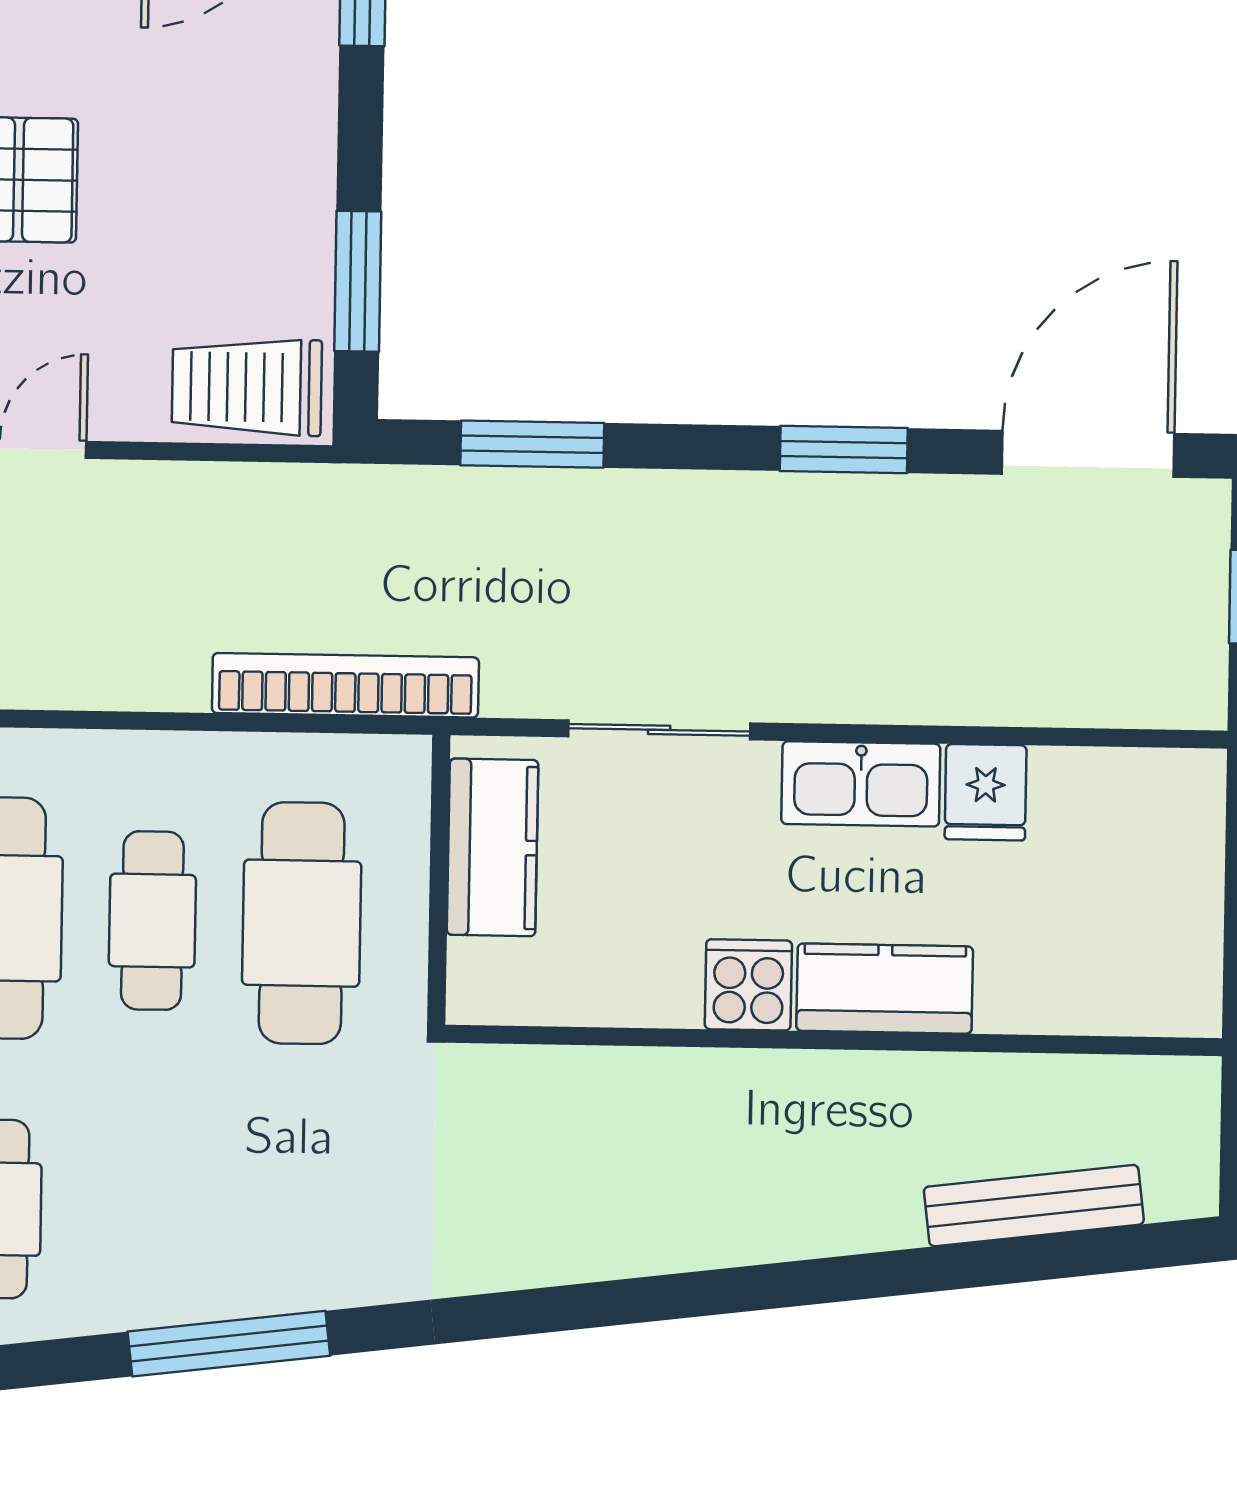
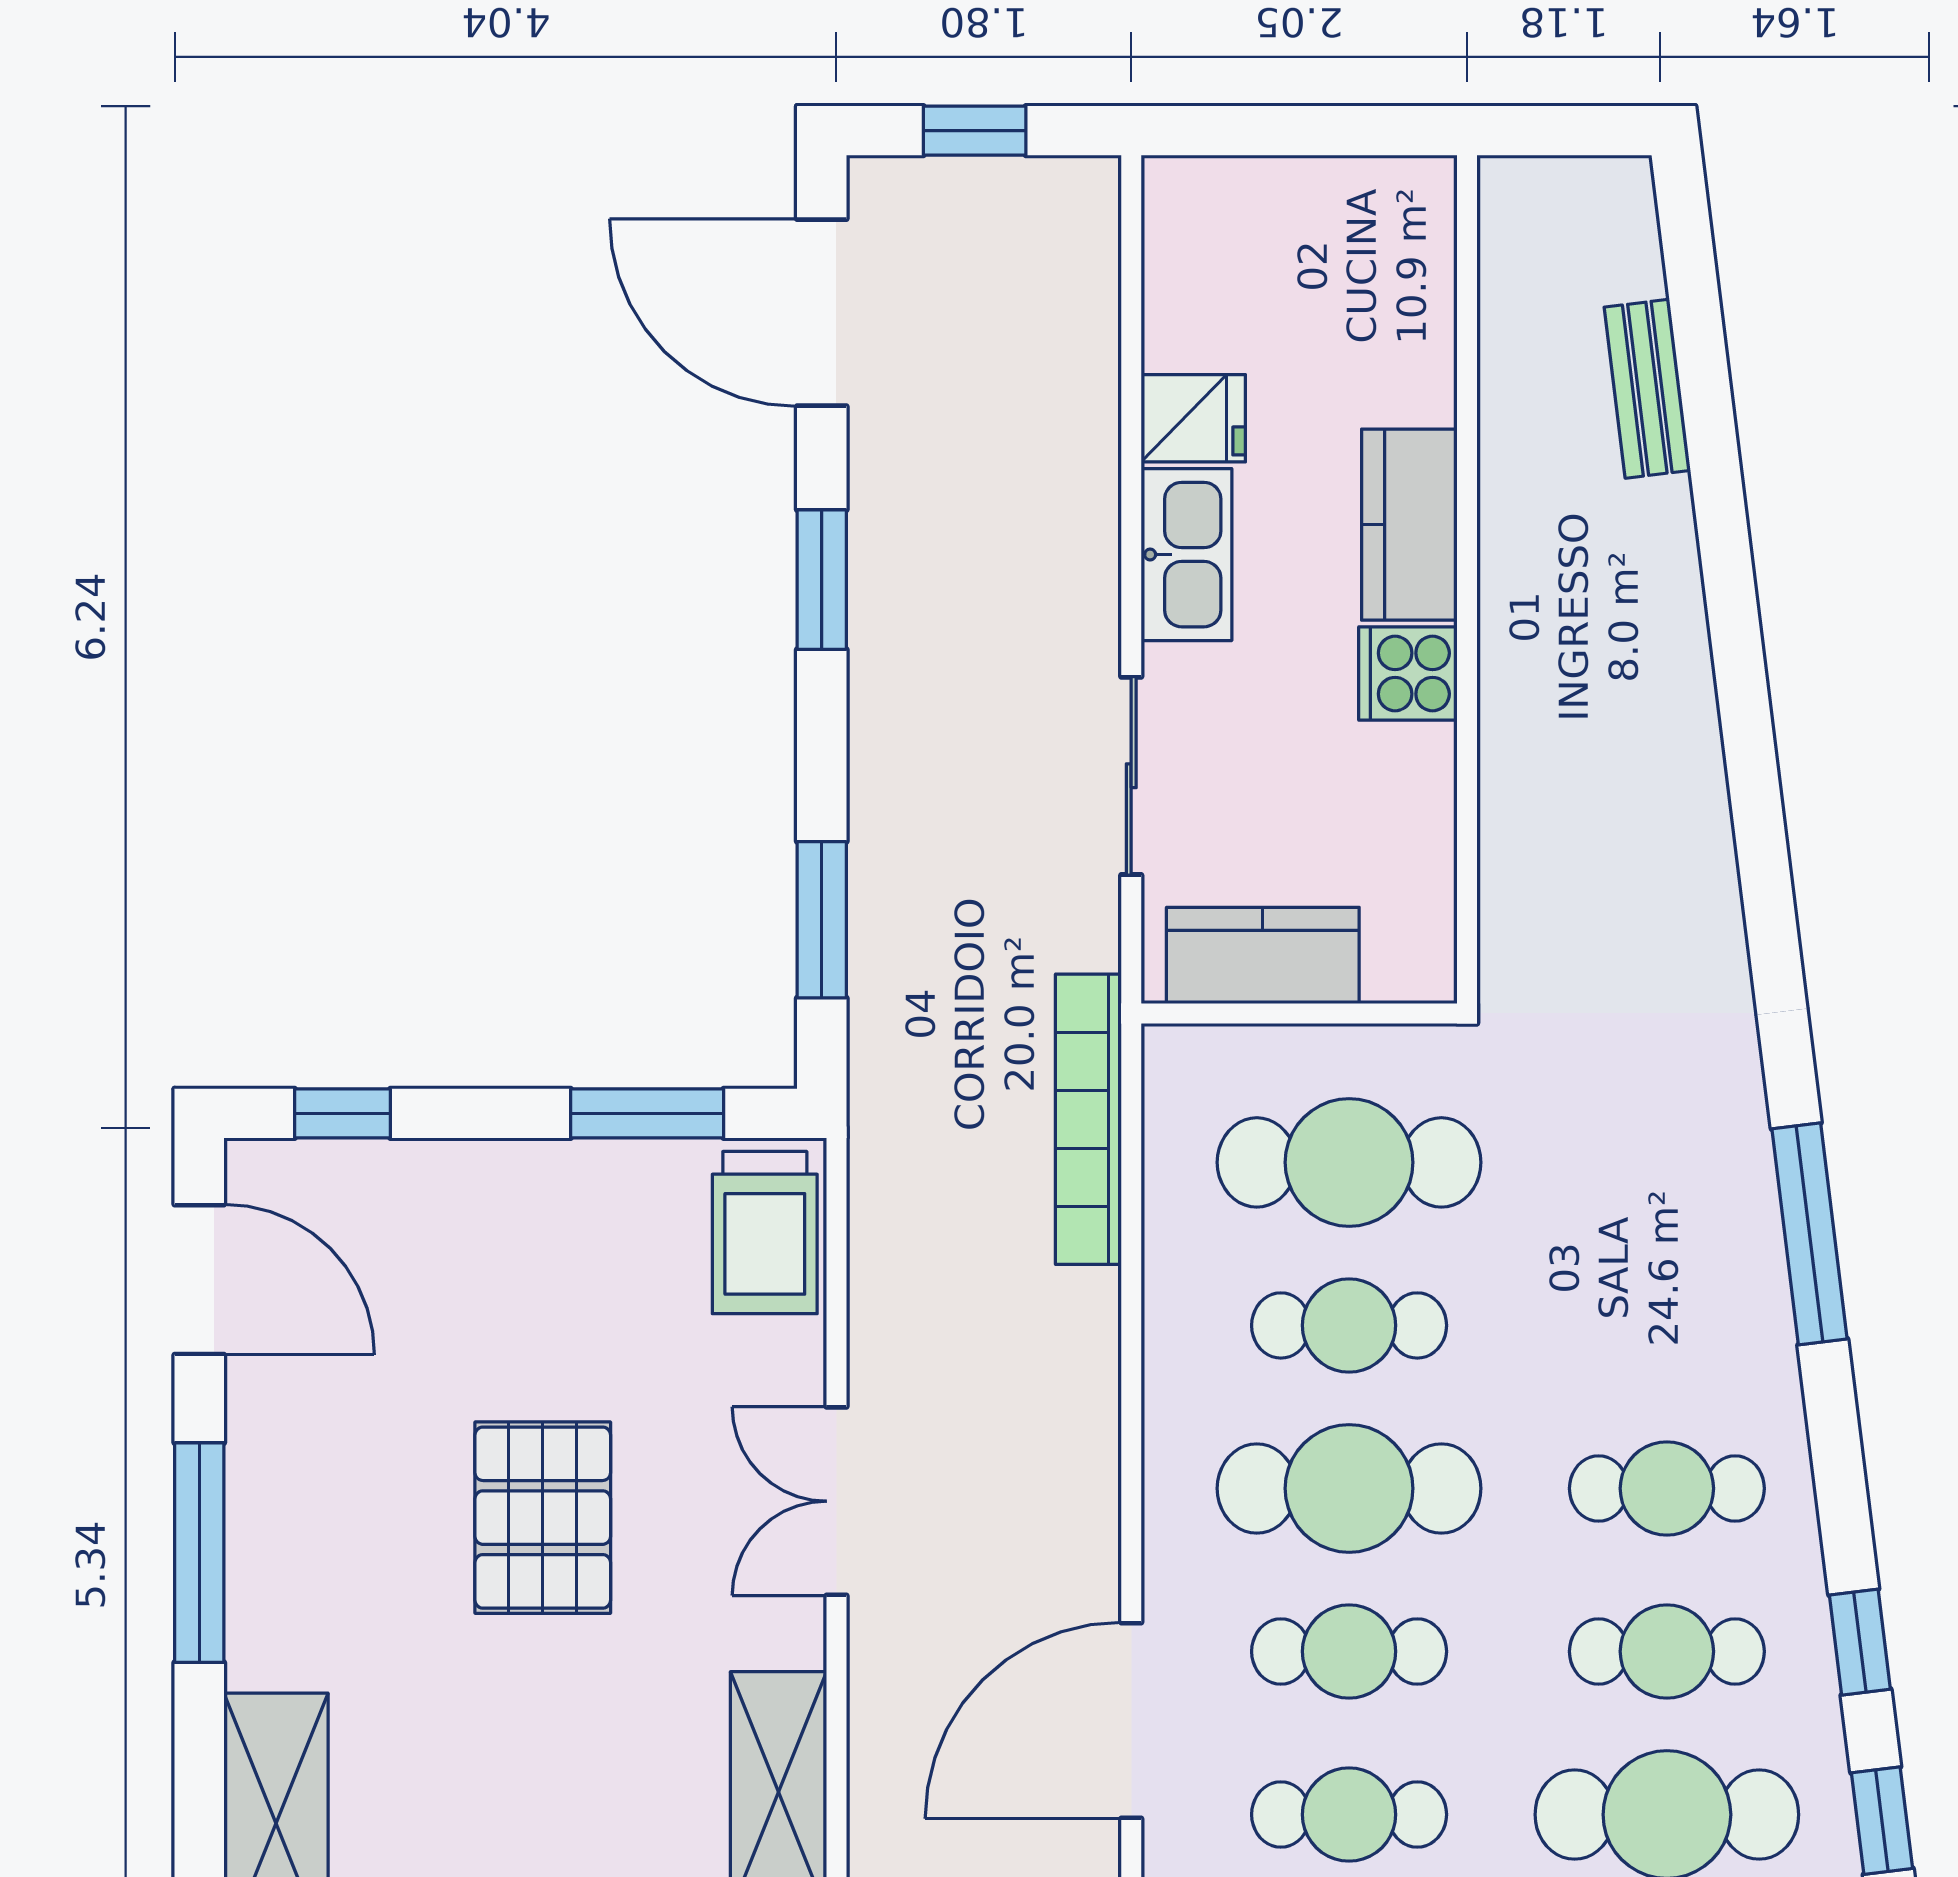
bench: (1034, 1206) -> (1647, 389), width x0.73

